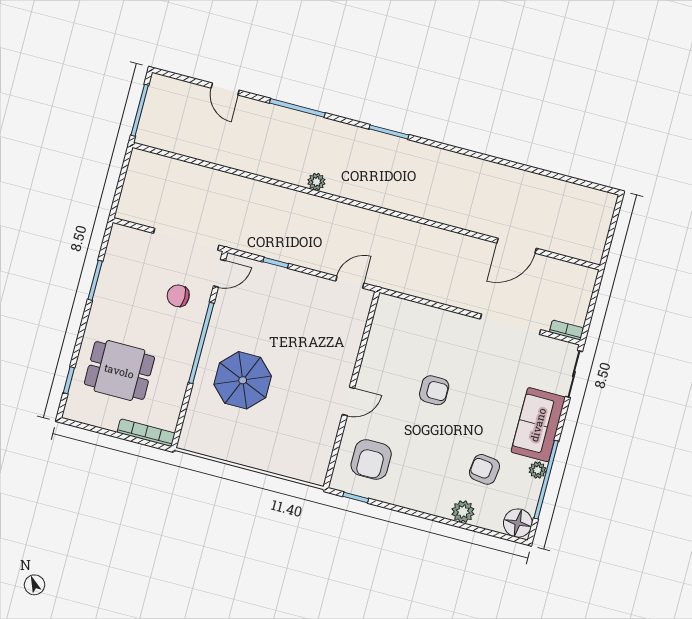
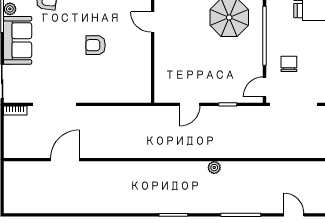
door: (350, 282) -> (190, 104), moved
chair: (178, 296) -> (289, 64), turned -90
door: (348, 401) -> (153, 22), hinge flipped

